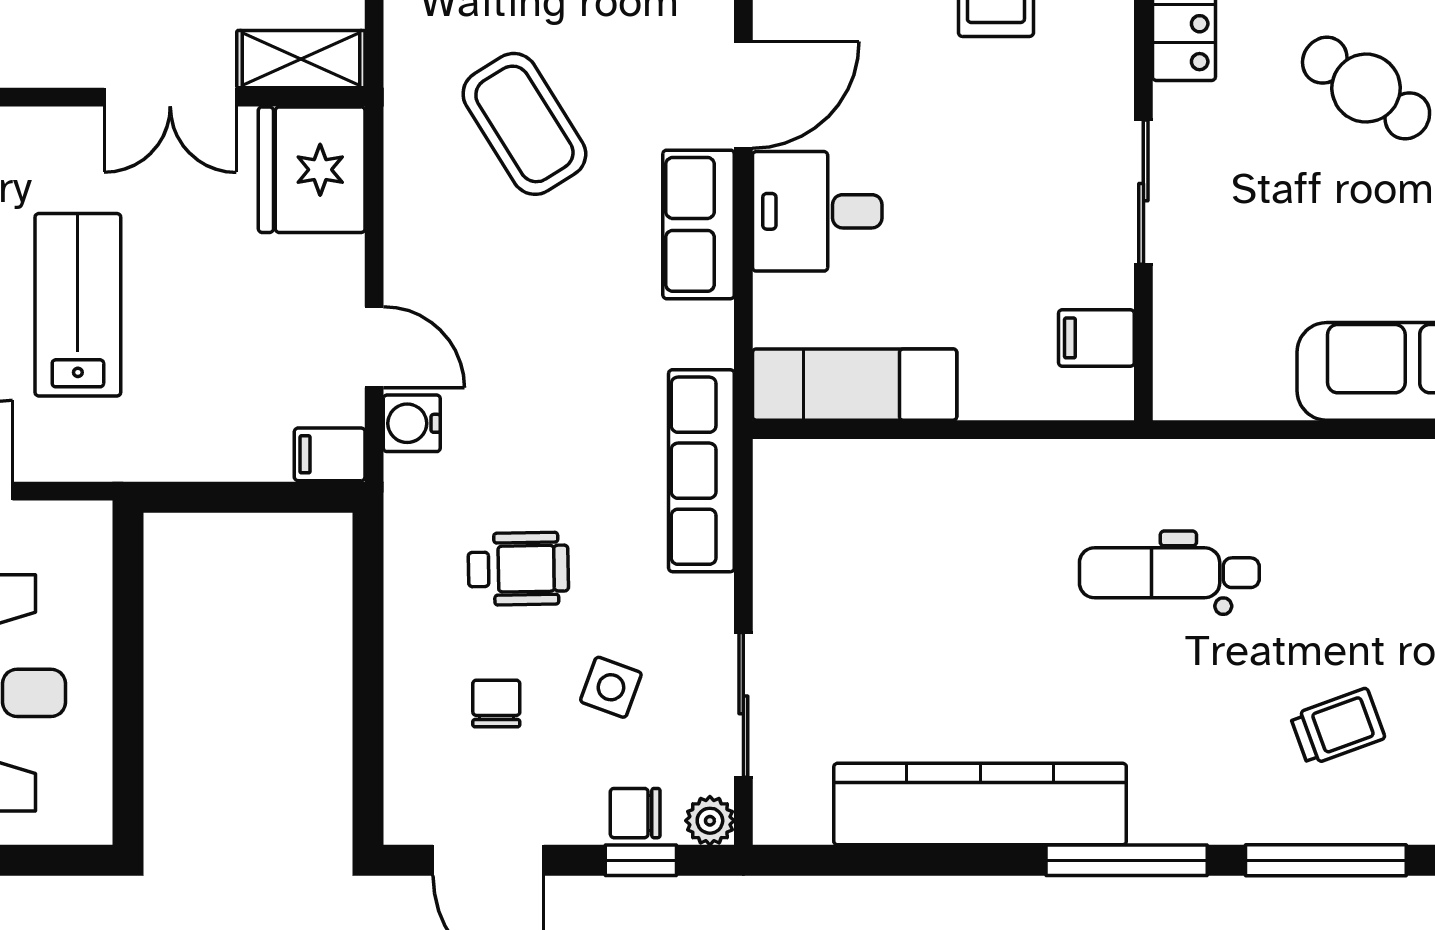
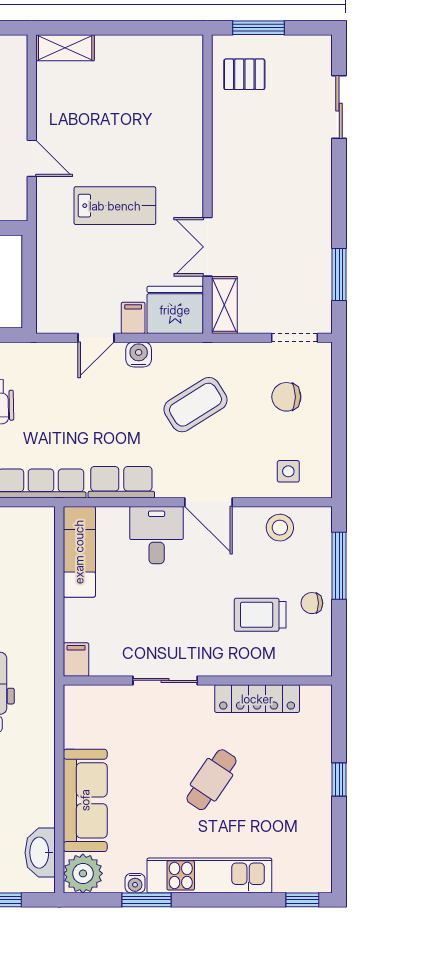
row of seats: (699, 224) -> (121, 482), moved
filing cabinet: (1096, 338) -> (76, 660), moved
water cooler: (412, 423) -> (139, 354), moved
filing cabinet: (330, 454) -> (133, 318), moved

